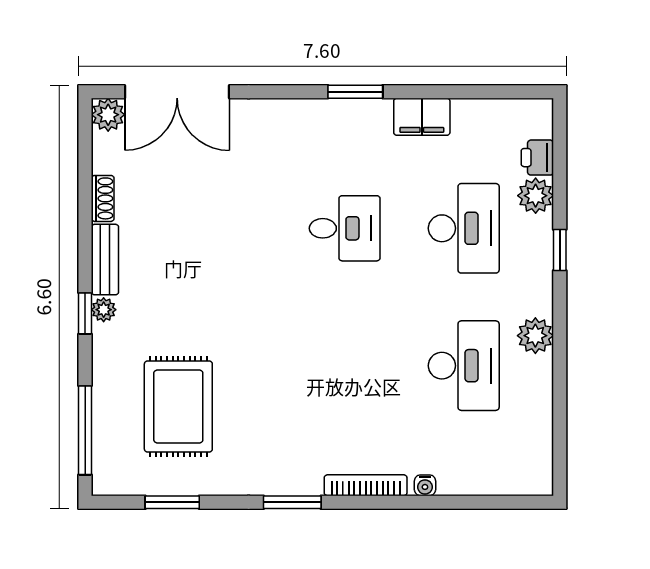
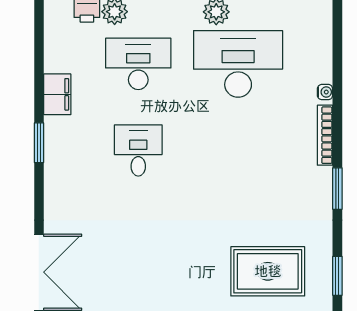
desk: (464, 366) -> (238, 64), width x1.36, depth x1.30

